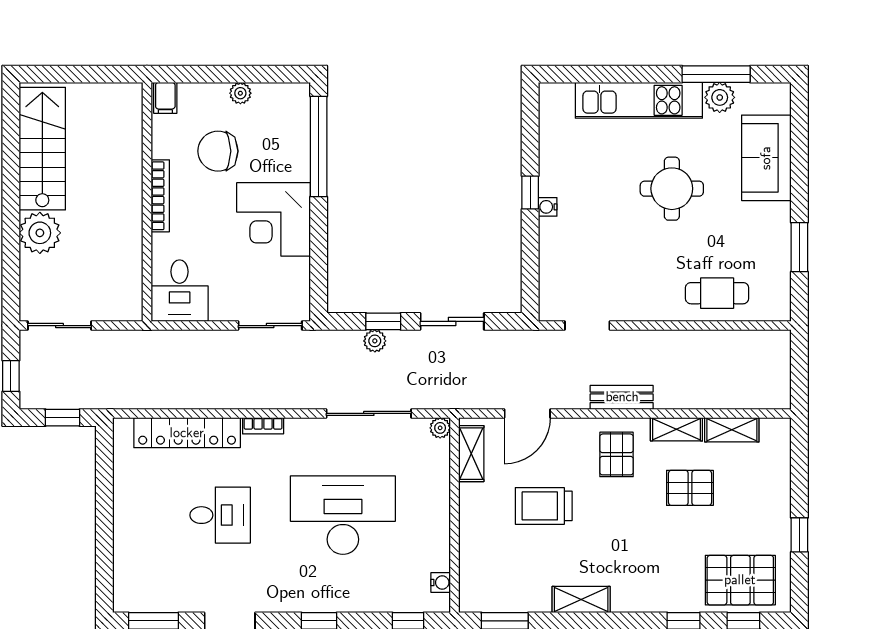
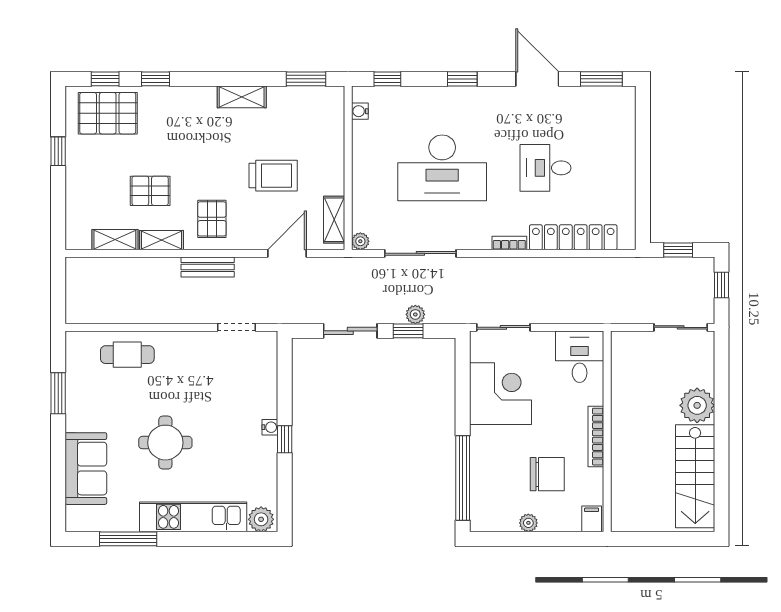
plant: (720, 97) -> (261, 519), moved
corner desk: (274, 219) -> (500, 394), moved

